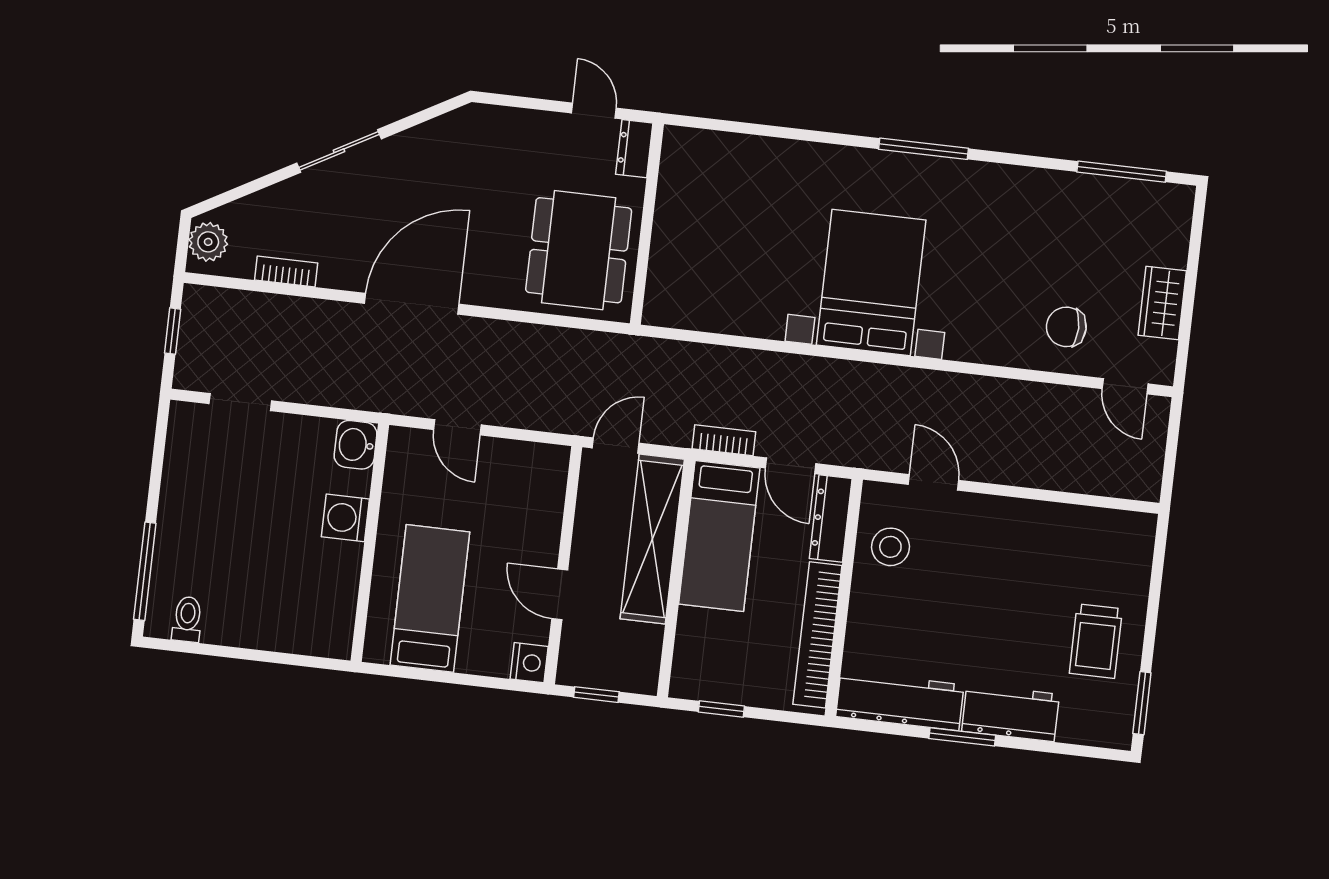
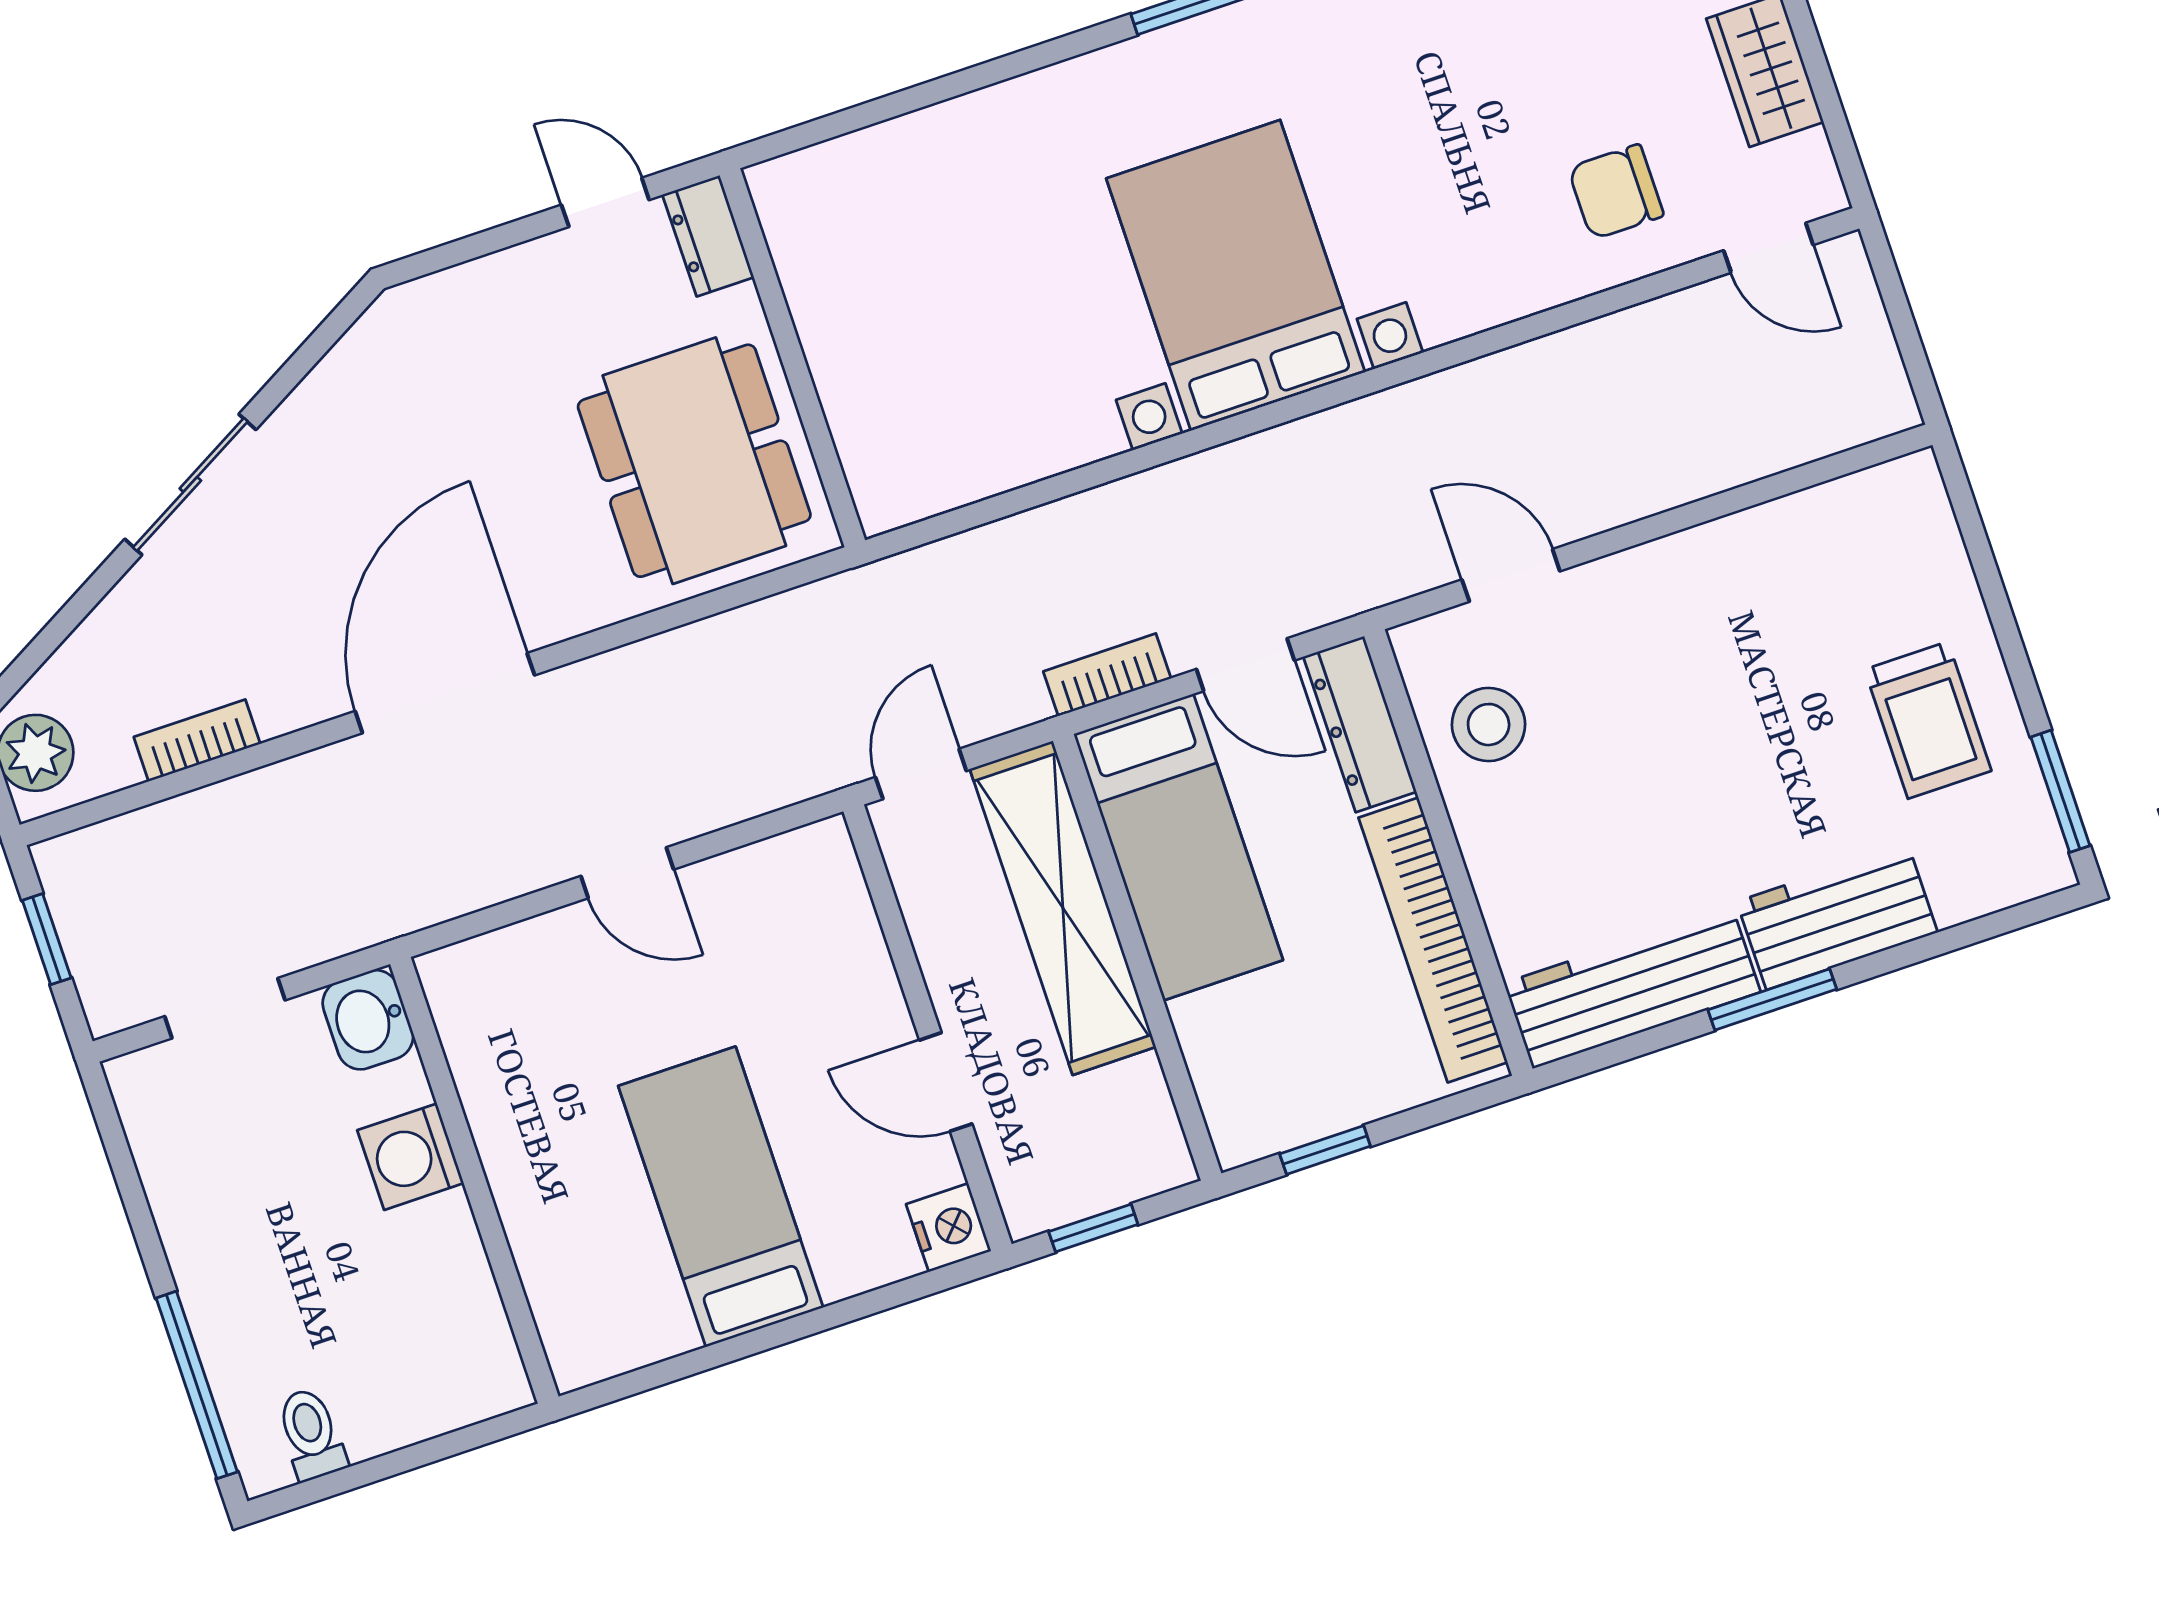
washbasin: (356, 445) -> (368, 1020), moved
washing machine: (345, 518) -> (411, 1157), moved
wall: (370, 543) -> (474, 1180), moved

